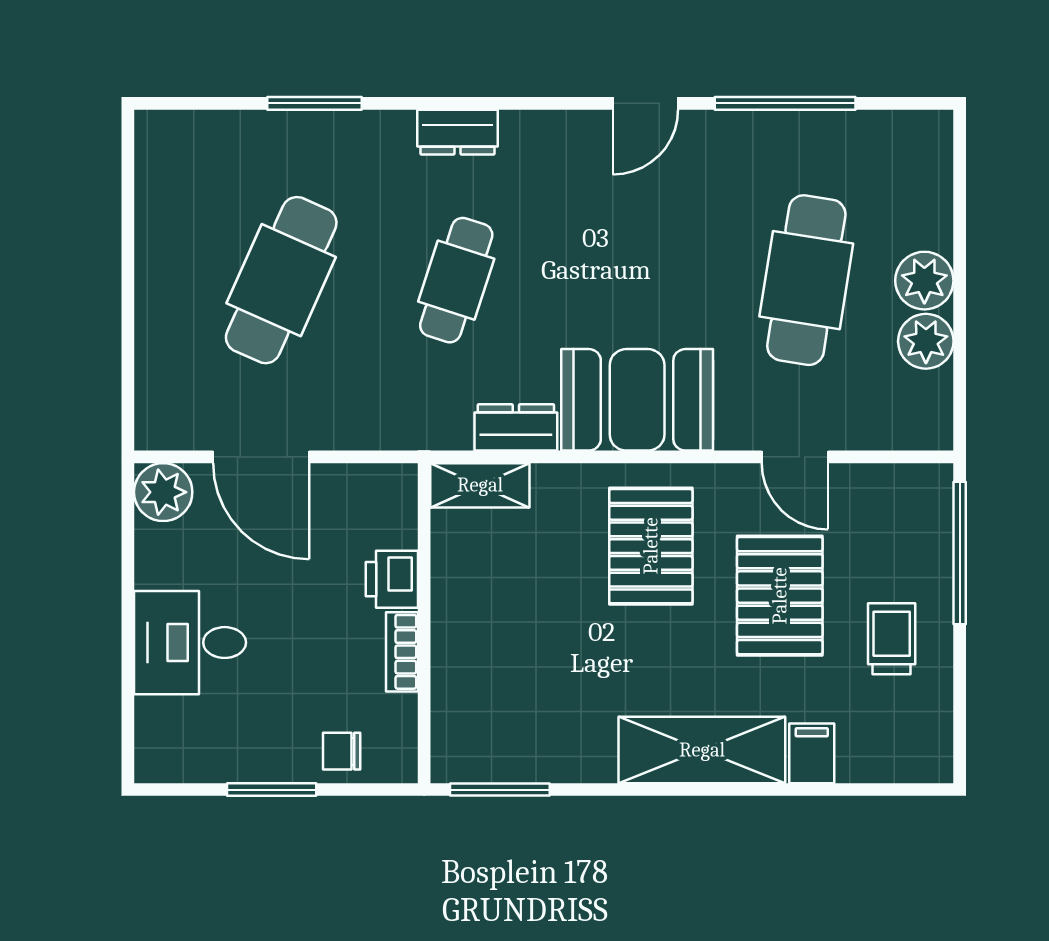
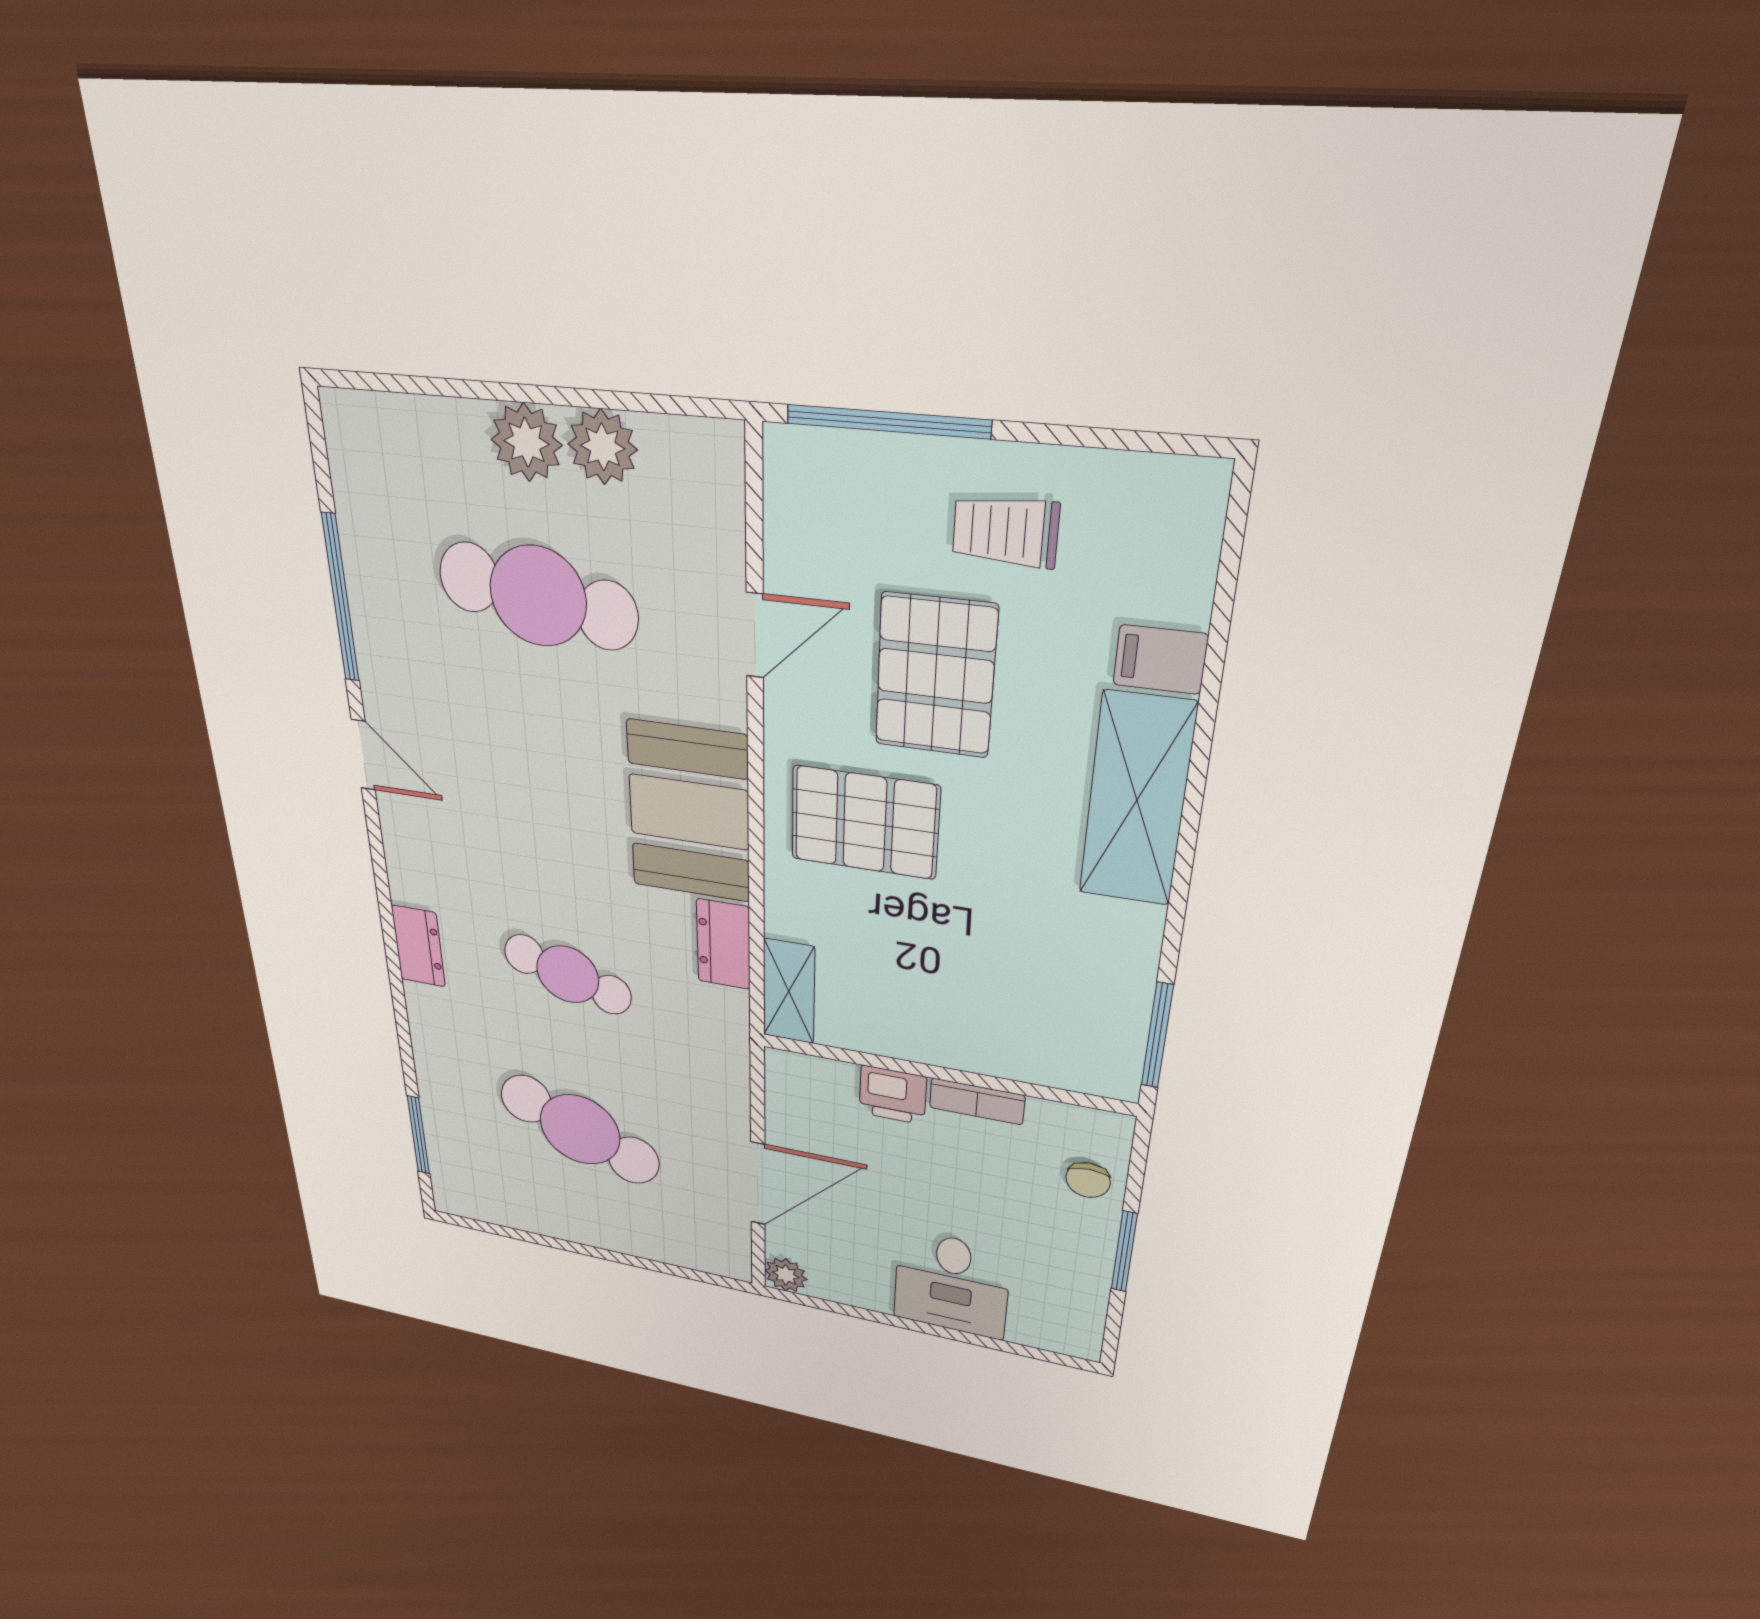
window: (314, 103) -> (418, 1135), moved
plant: (163, 492) -> (786, 1275), width x0.73, depth x0.73
pallet: (780, 596) -> (935, 676), turned 90

